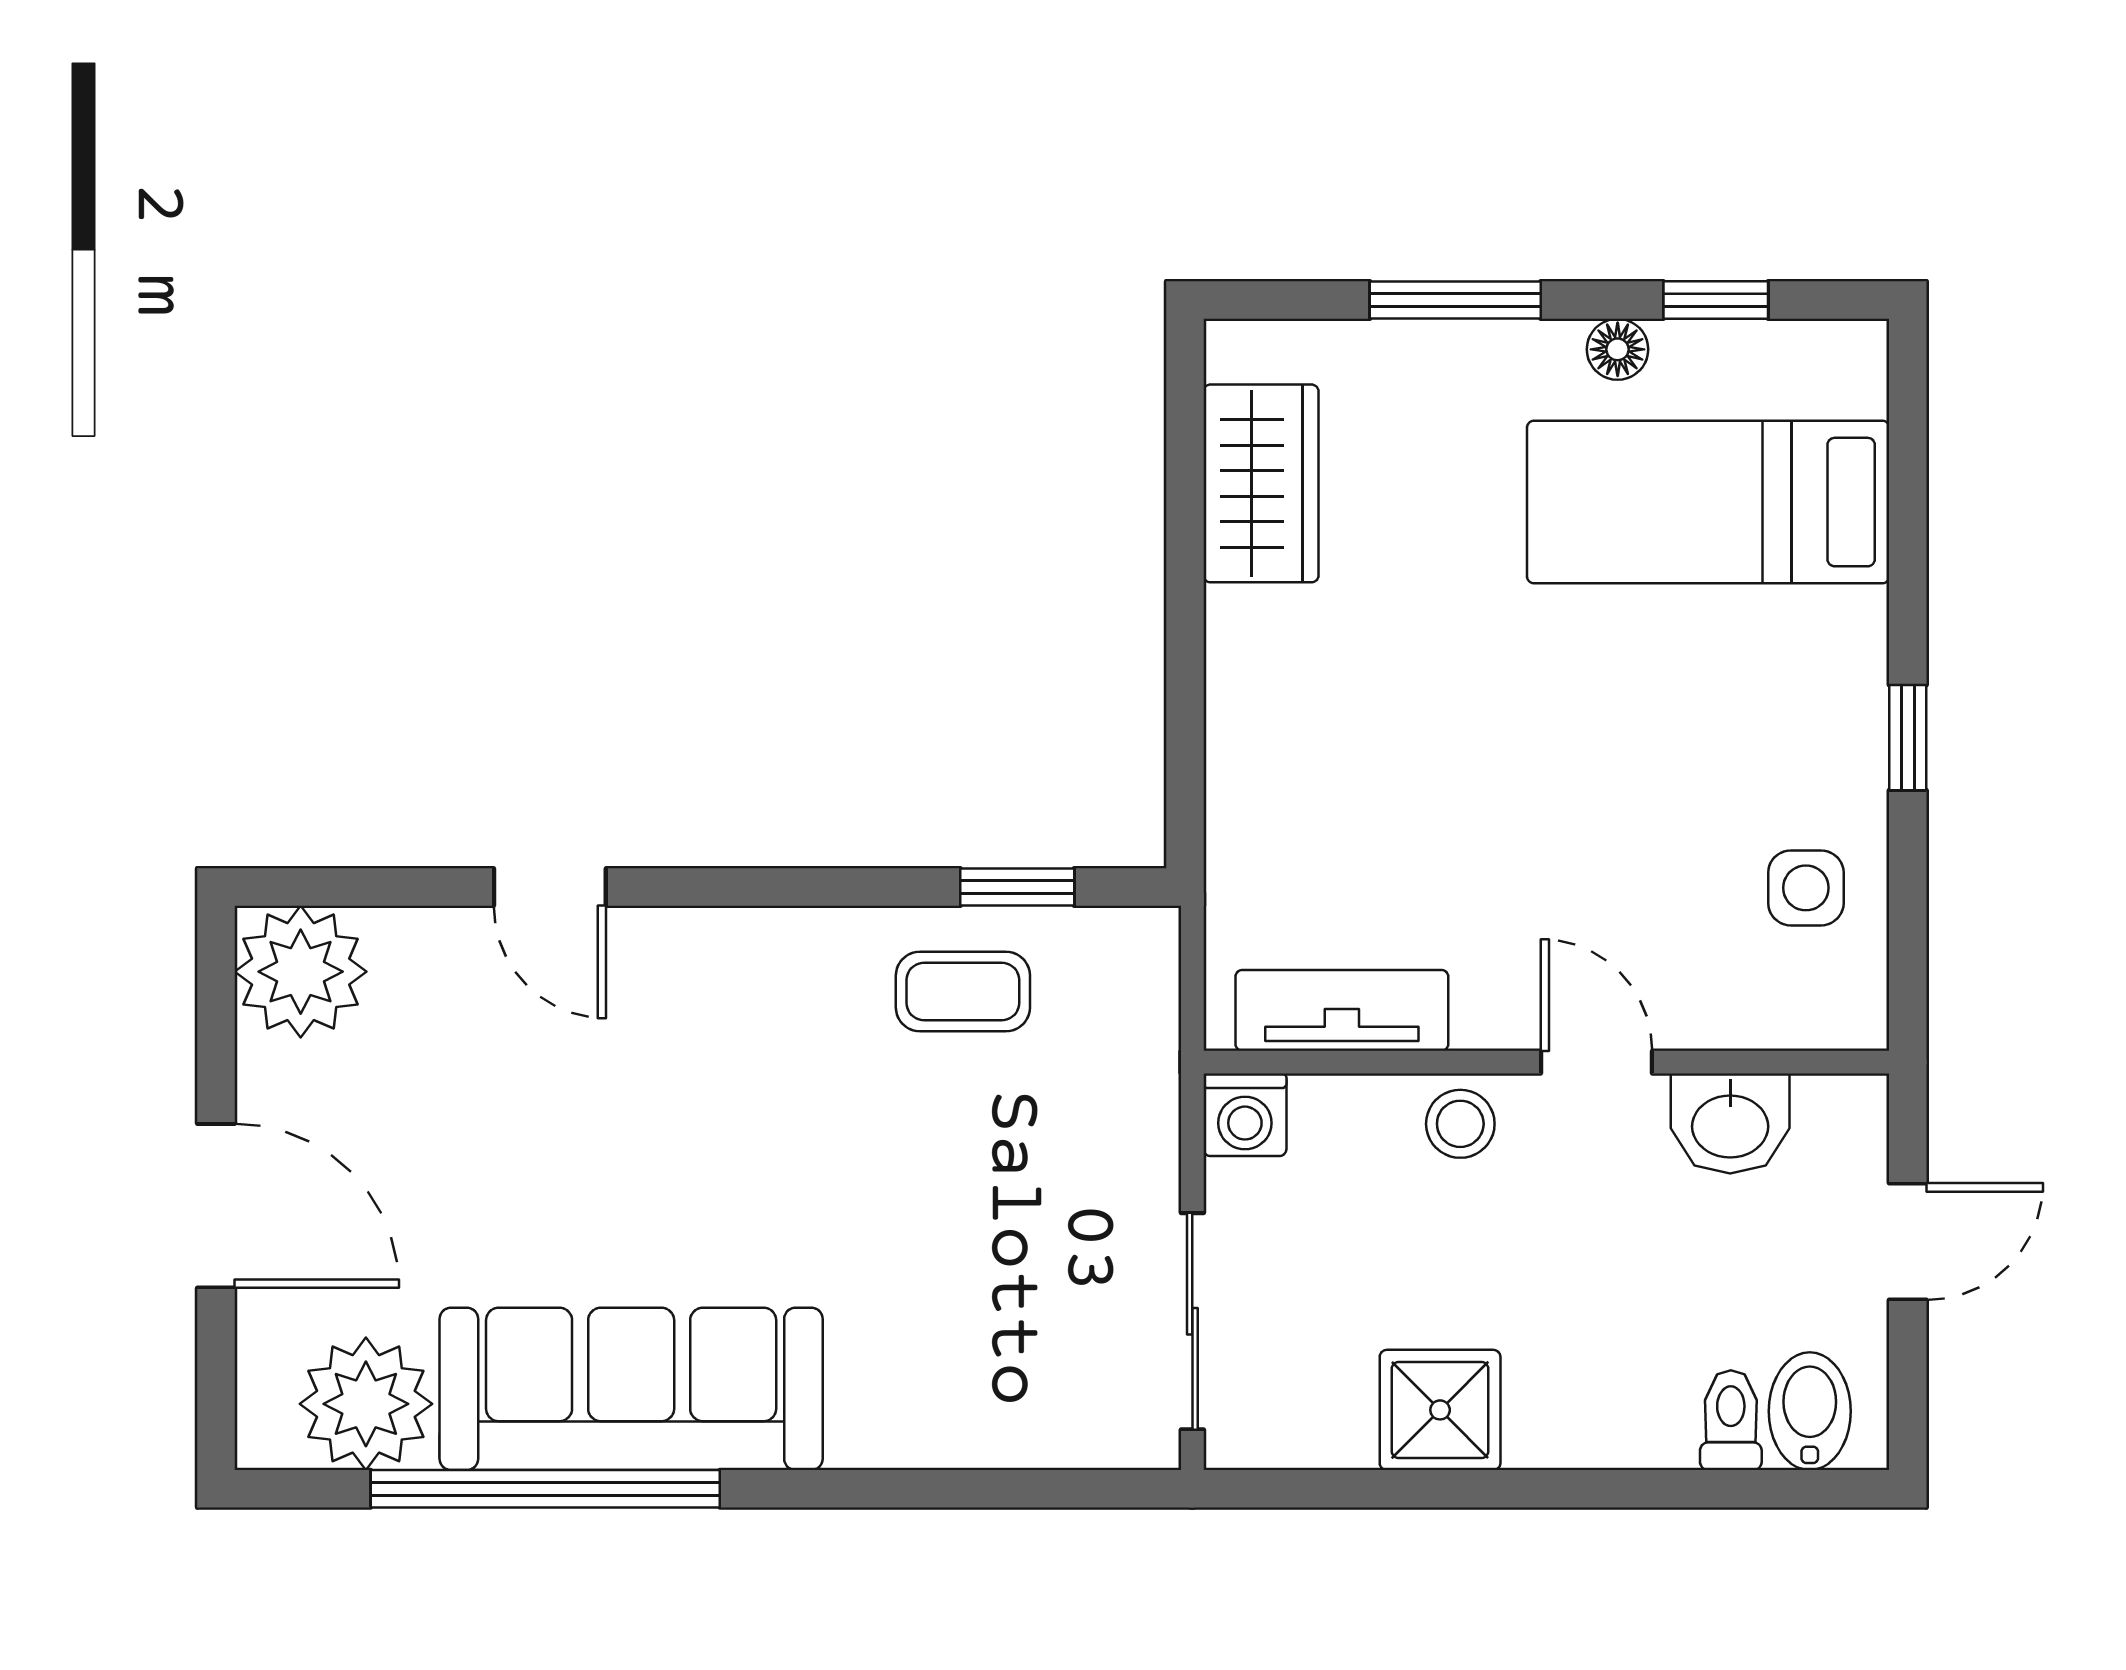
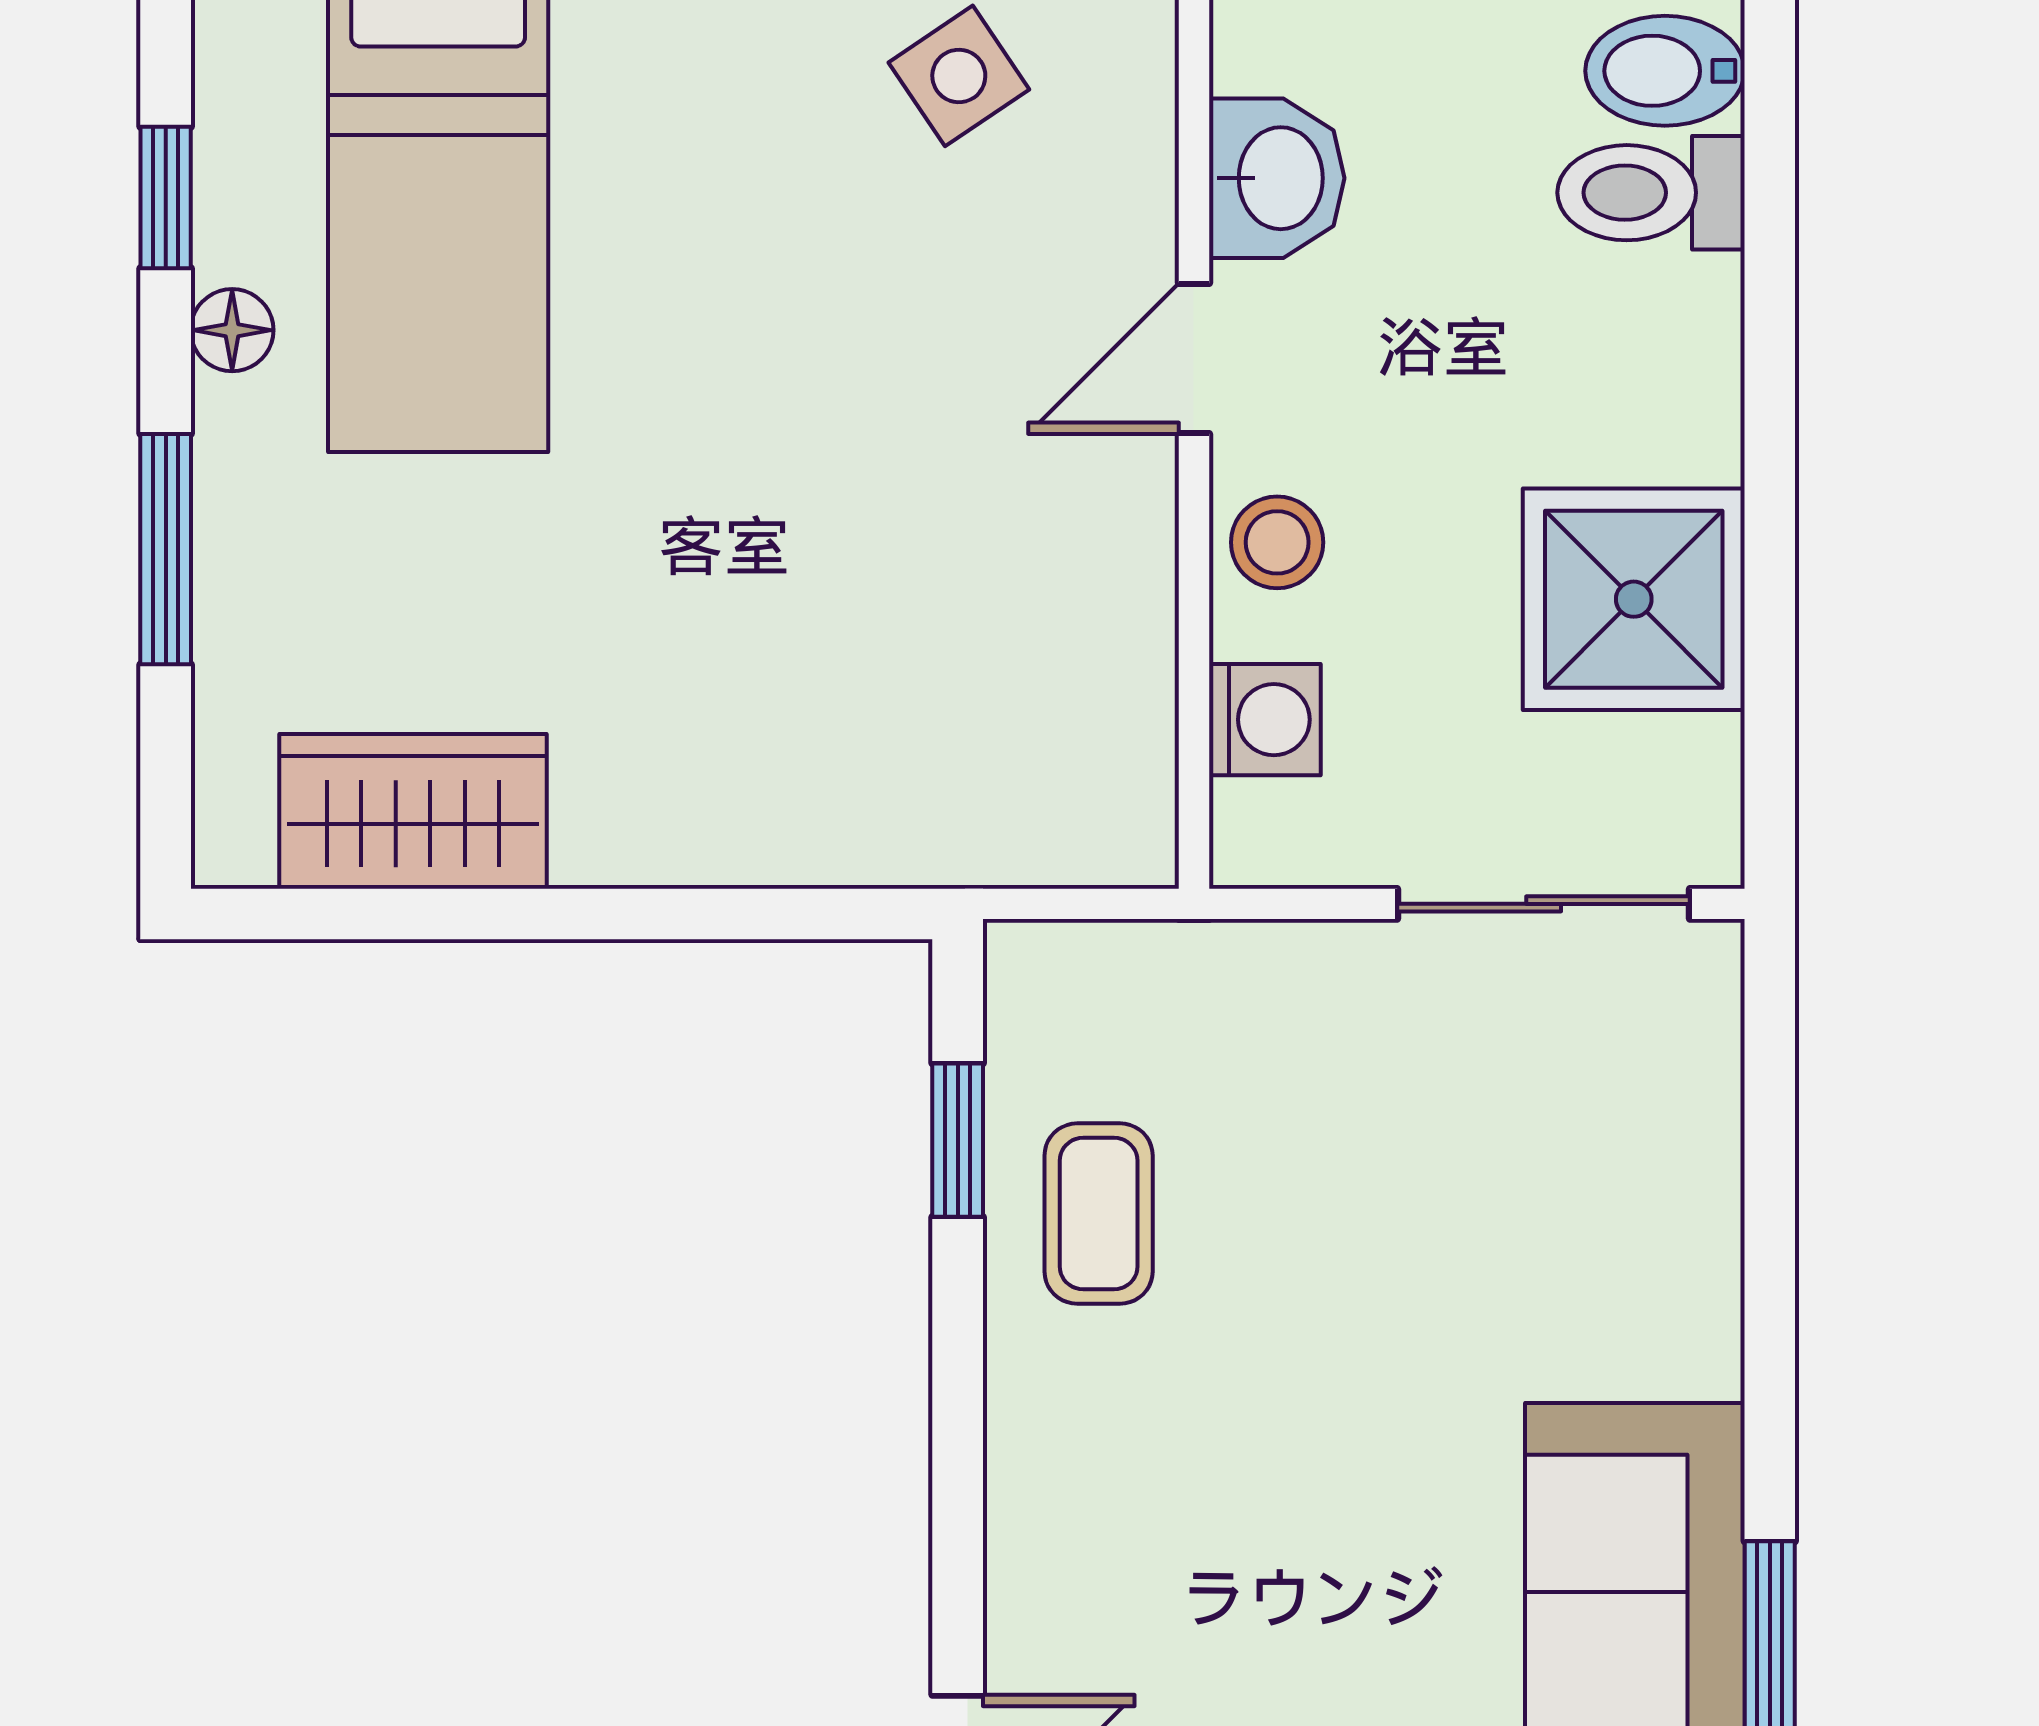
side table: (1806, 888) -> (959, 76), turned -34
tv unit: (1342, 1010) -> (1124, 702), removed
washing machine: (1245, 1115) -> (1265, 720), moved
shower: (1440, 1410) -> (1634, 599), width x1.36, depth x1.36
toilet: (1731, 1420) -> (1651, 193), width x1.37, depth x1.39

